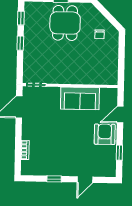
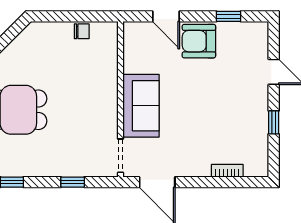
chair: (99, 34) -> (82, 31), moved
window: (20, 43) -> (73, 182), moved
sofa: (80, 98) -> (141, 106), moved

